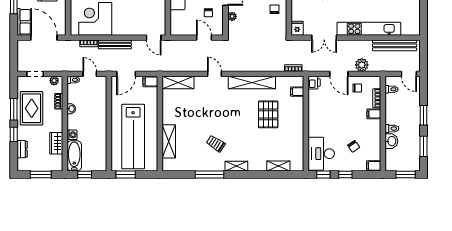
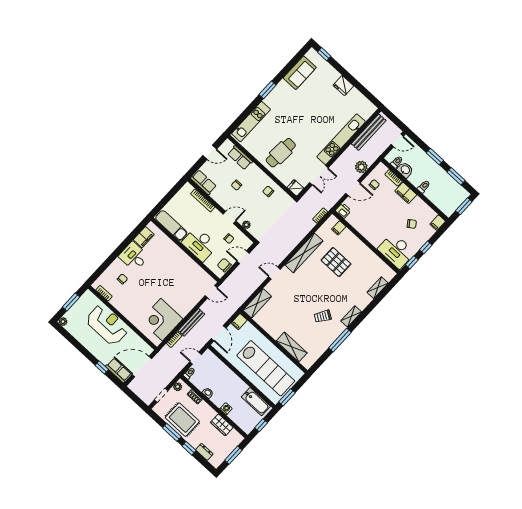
chair: (184, 28) -> (224, 265), added
filing cabinet: (374, 114) -> (406, 193), width x2.00
washbasin: (391, 141) -> (405, 170), moved
bathtub: (74, 156) -> (256, 402), moved, turned 180

